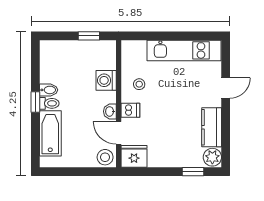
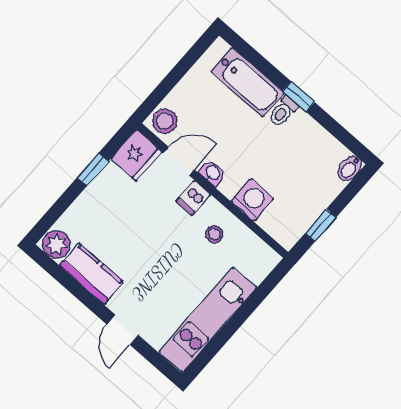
bidet: (49, 90) -> (350, 168), moved
window: (193, 172) -> (93, 169), moved

